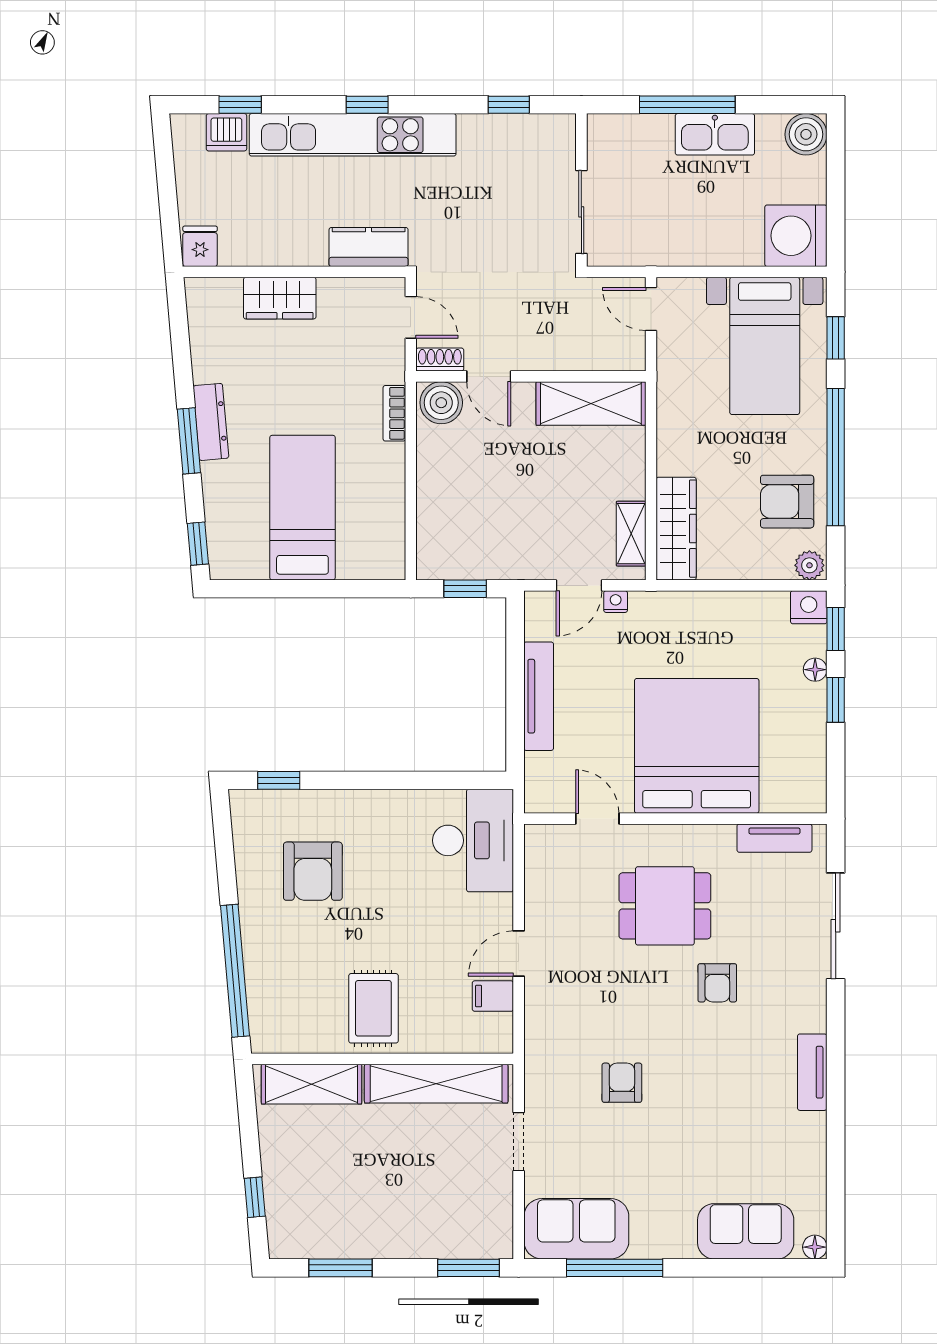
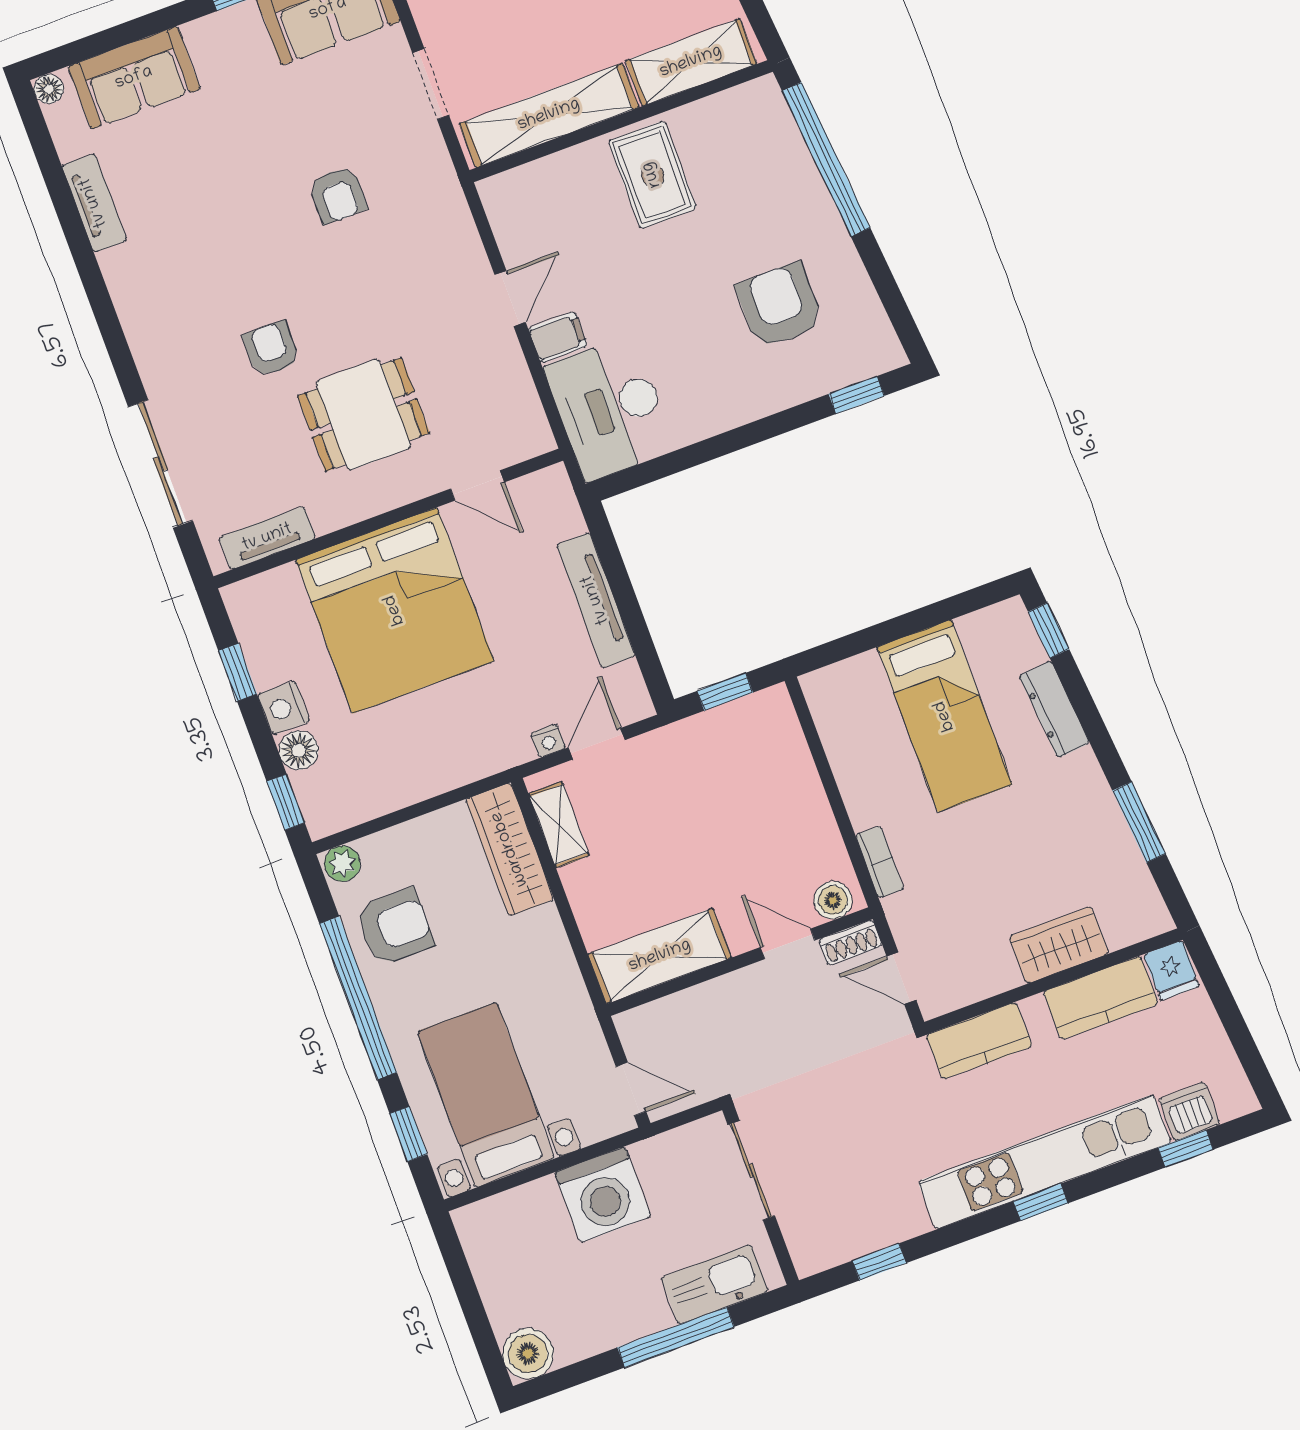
kitchen sink: (715, 134) -> (715, 1284), moved
washing machine: (796, 236) -> (603, 1195), moved, turned 90
kitchen counter: (262, 245) -> (1101, 998), added
boiler: (441, 403) -> (833, 900), width x0.73, depth x0.73
dresser: (211, 422) -> (1054, 709), moved
window: (189, 441) -> (1139, 822), moved
nightstand: (809, 607) -> (284, 708), moved, turned 90
floor lamp: (815, 670) -> (299, 750), width x1.37, depth x1.37
window: (836, 700) -> (238, 672), moved
filing cabinet: (493, 996) -> (558, 337), moved
tv unit: (812, 1072) -> (94, 203), moved

